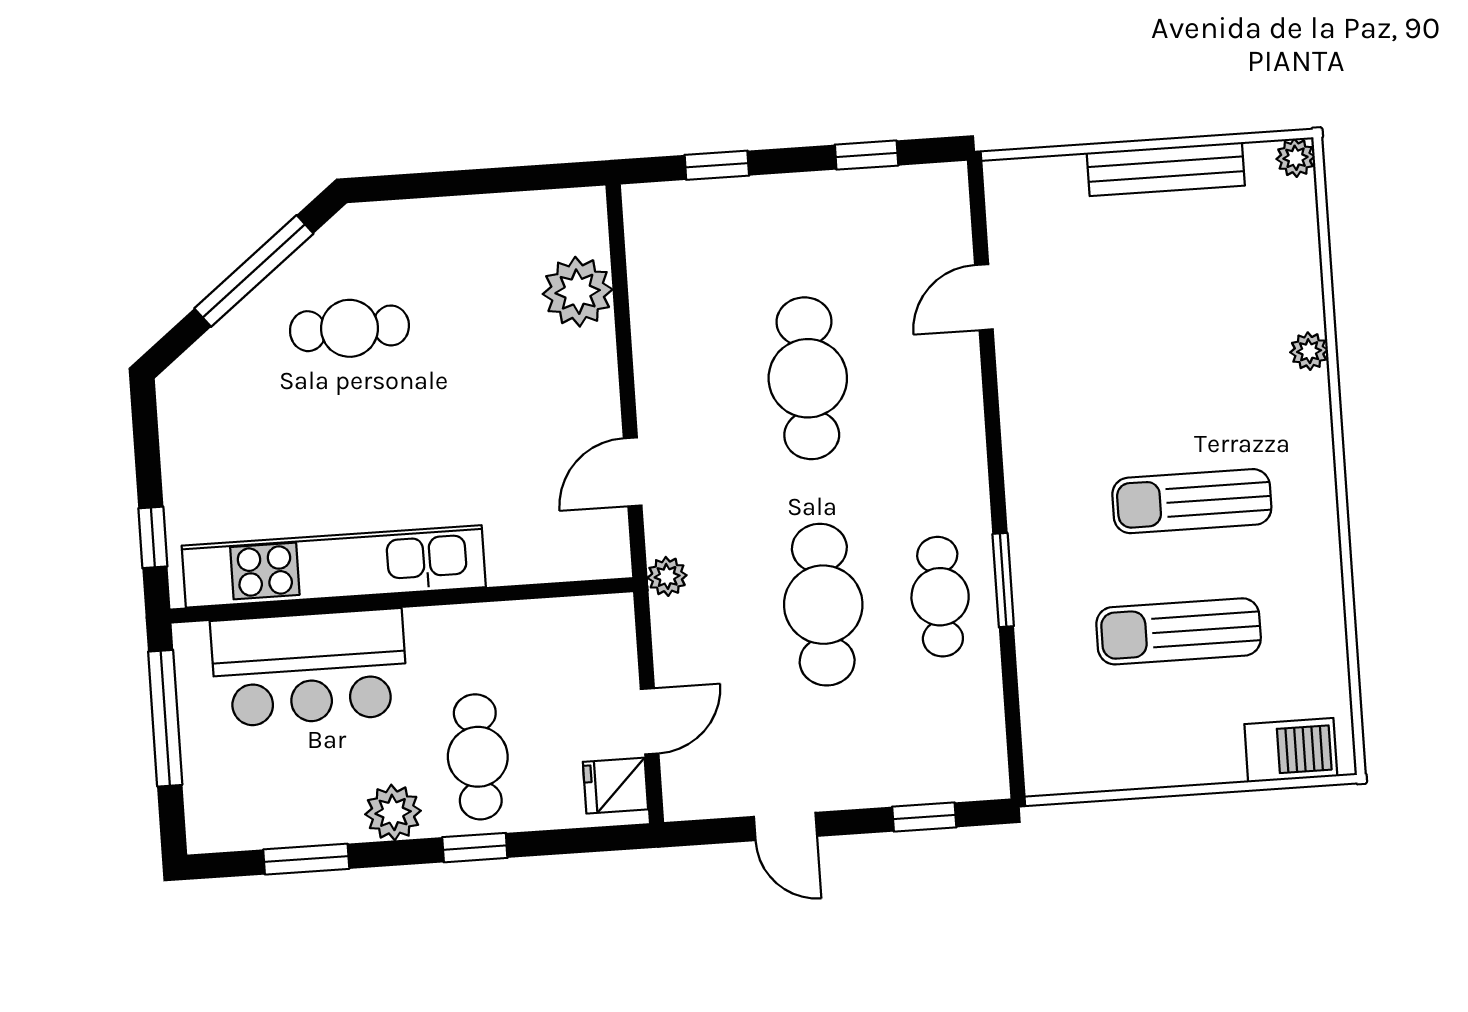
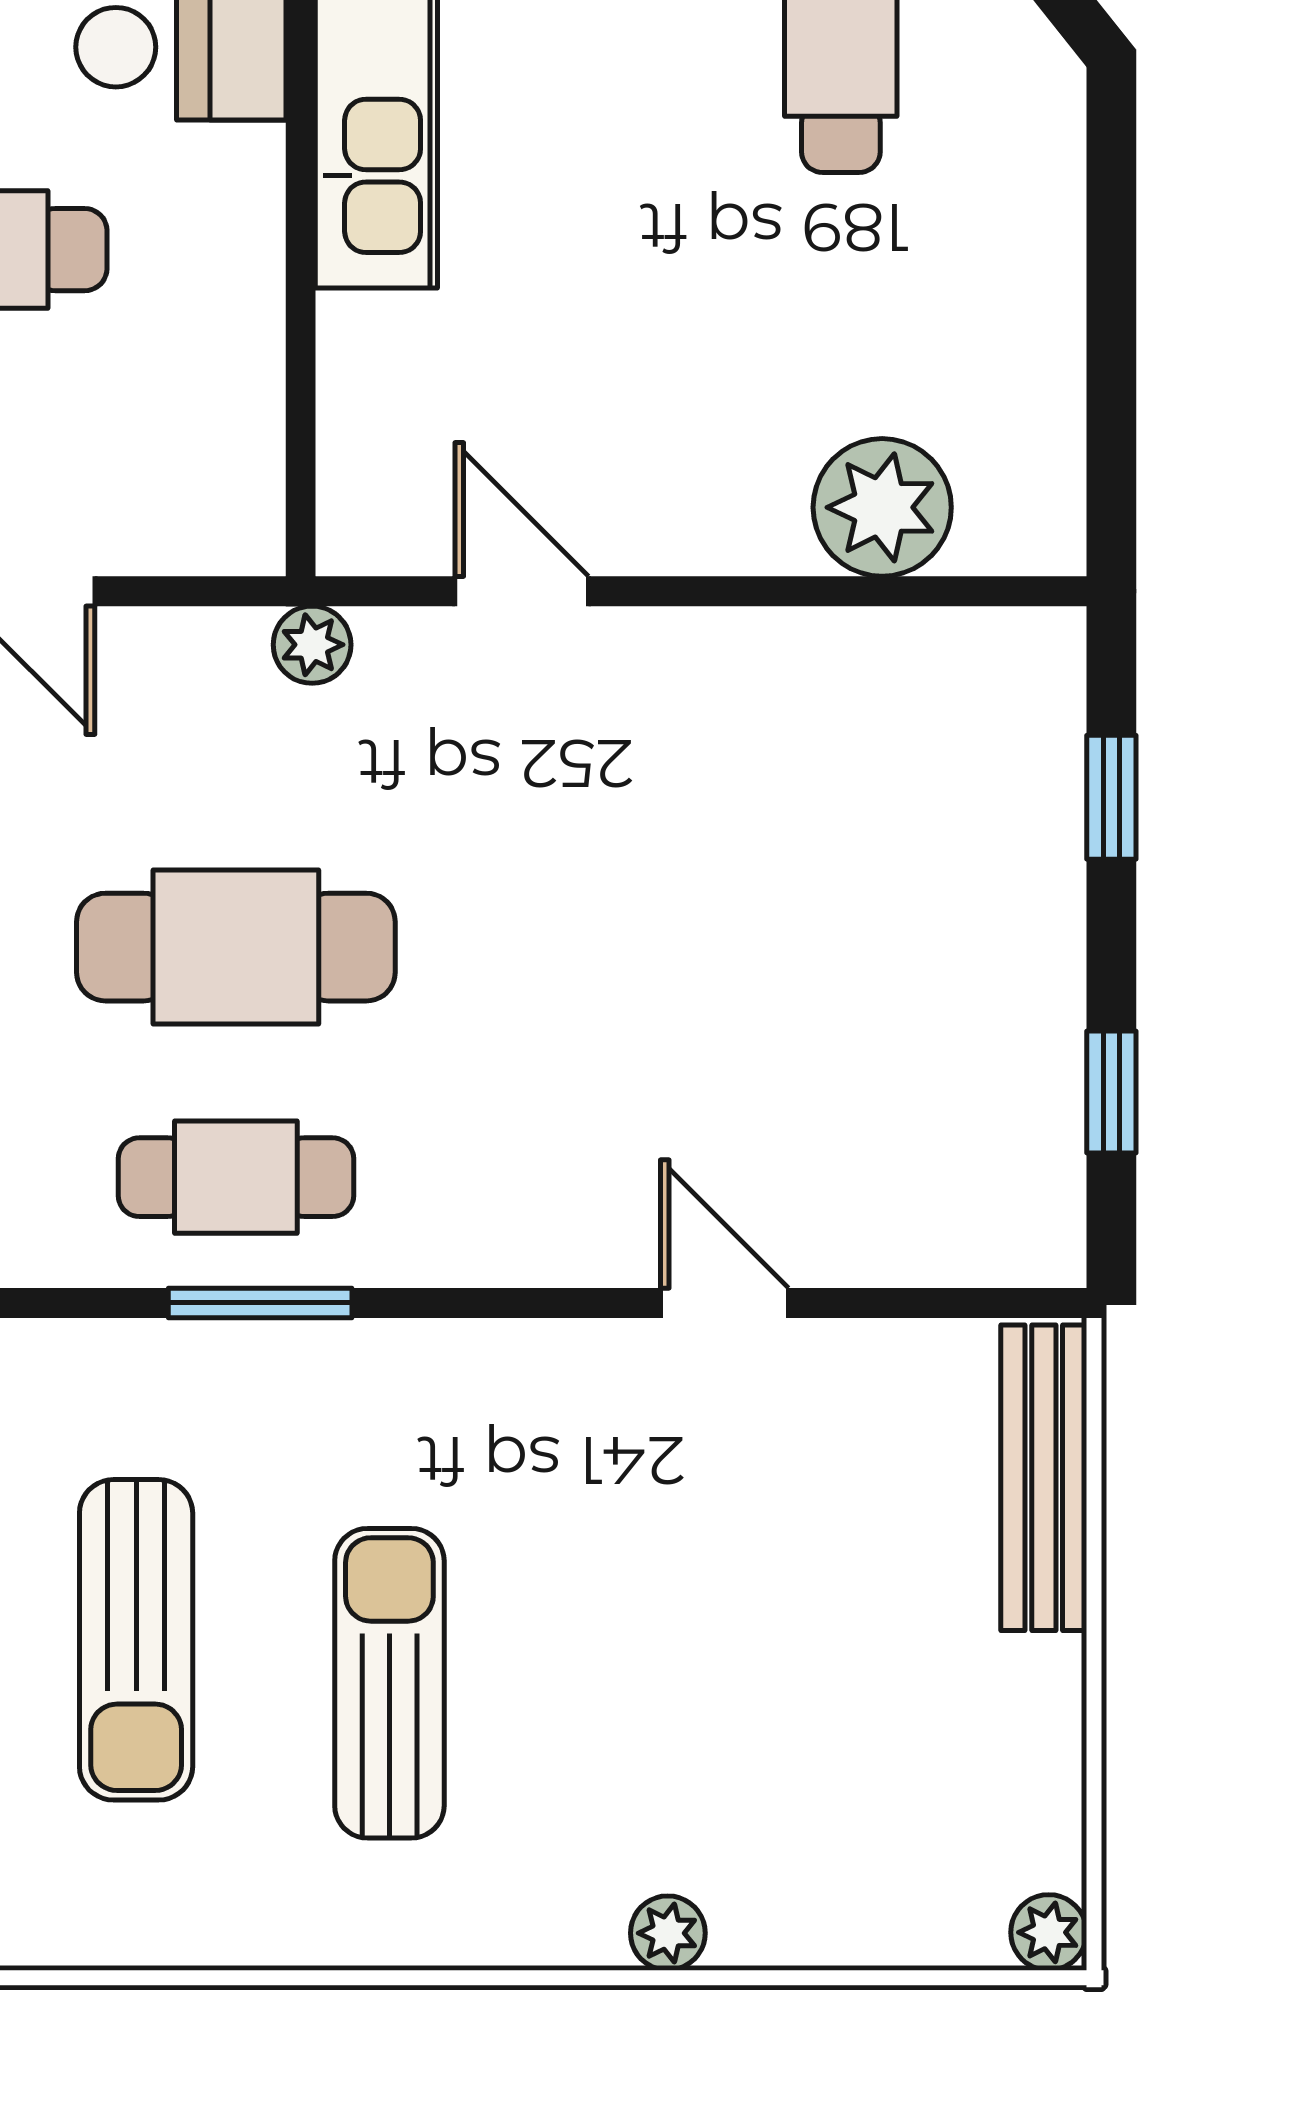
bench: (1166, 169) -> (1044, 1478), moved
door: (984, 297) -> (724, 1303), moved
cafe table: (808, 378) -> (682, 947), removed
sun lounger: (1179, 631) -> (136, 1640), turned 180

